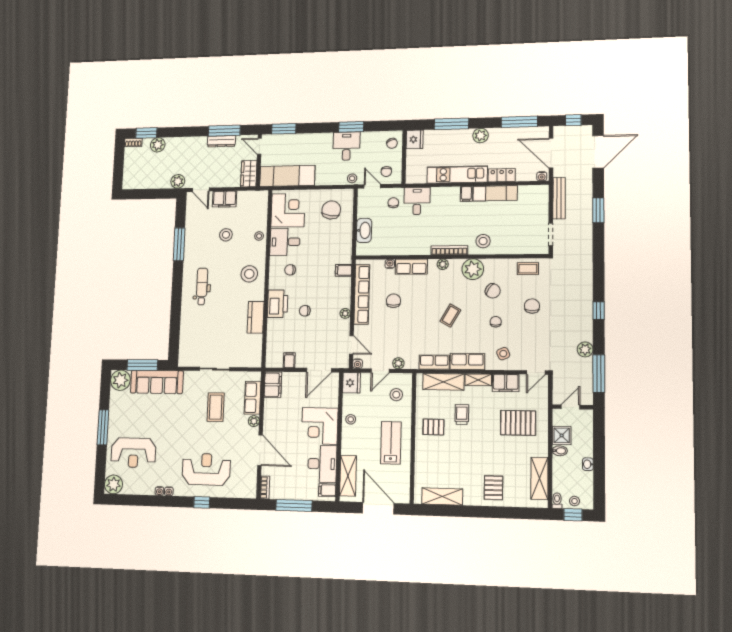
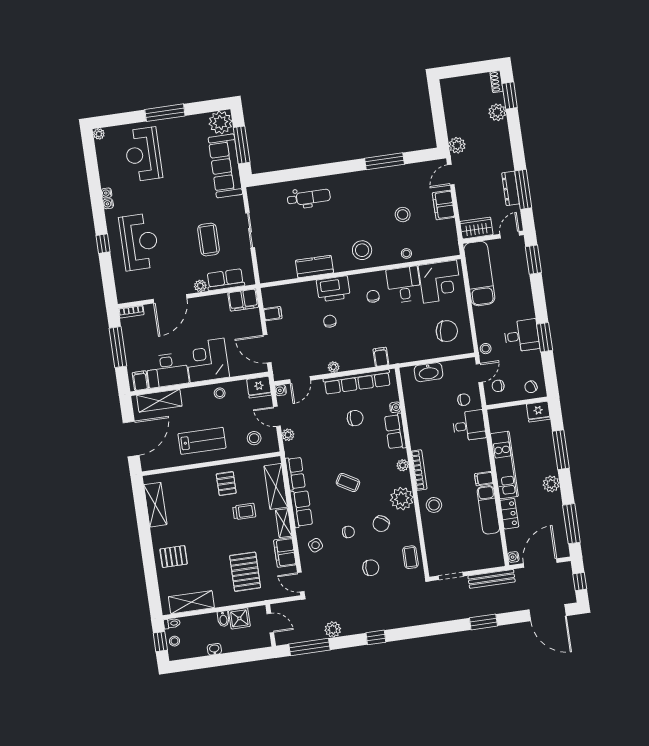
dental chair: (202, 286) -> (309, 198), moved
coffee table: (216, 407) -> (208, 240), turned 90
plant: (113, 484) -> (99, 134), width x0.53, depth x0.53

